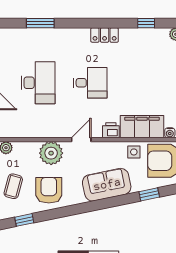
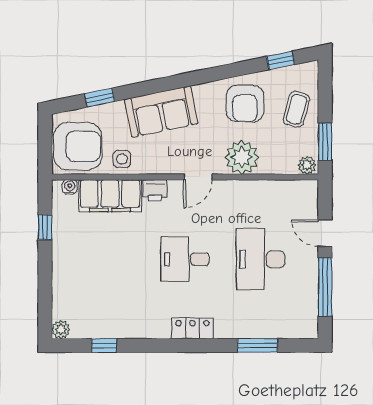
locker: (105, 35) -> (193, 328), moved

